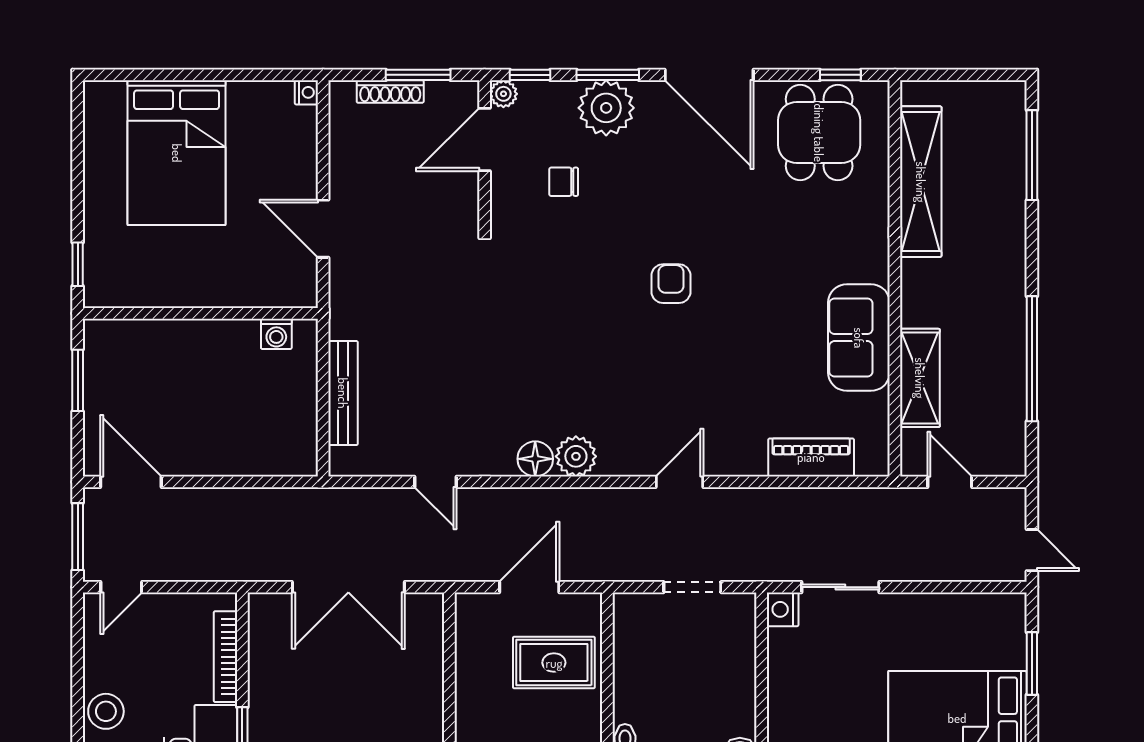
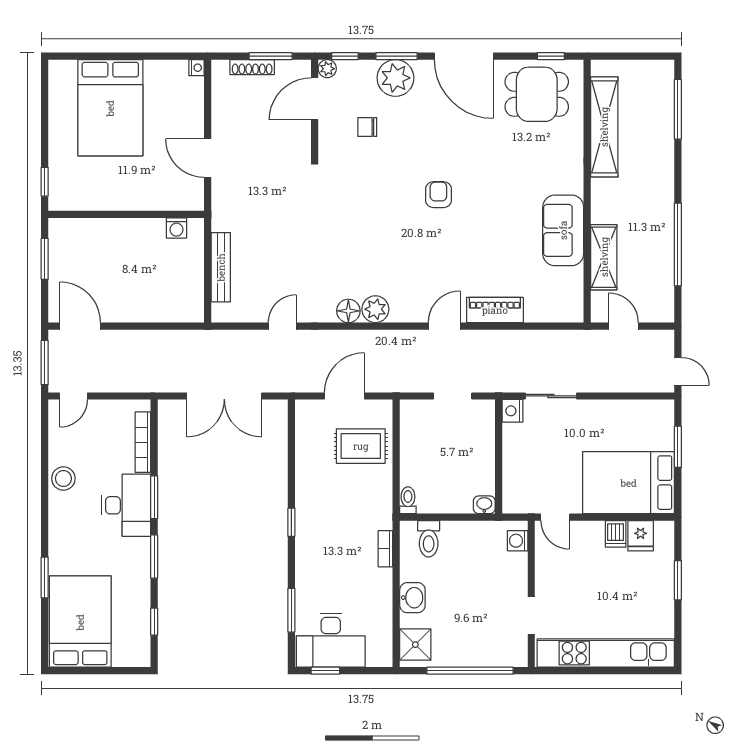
dining table: (819, 133) -> (537, 94), turned 90
piano: (811, 457) -> (495, 310), moved
door: (436, 482) -> (282, 326), swing flipped

